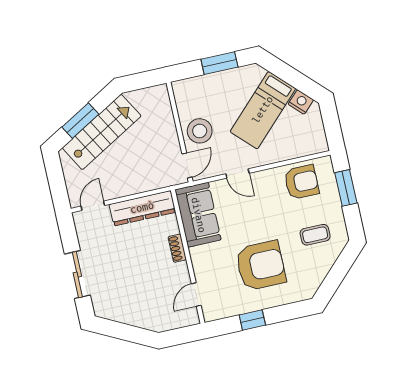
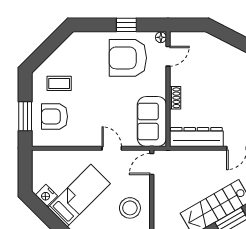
stool: (200, 131) -> (130, 208), moved
armchair: (301, 182) -> (55, 117), moved
armchair: (261, 266) -> (128, 58), moved
floor lamp: (209, 314) -> (161, 37), added

